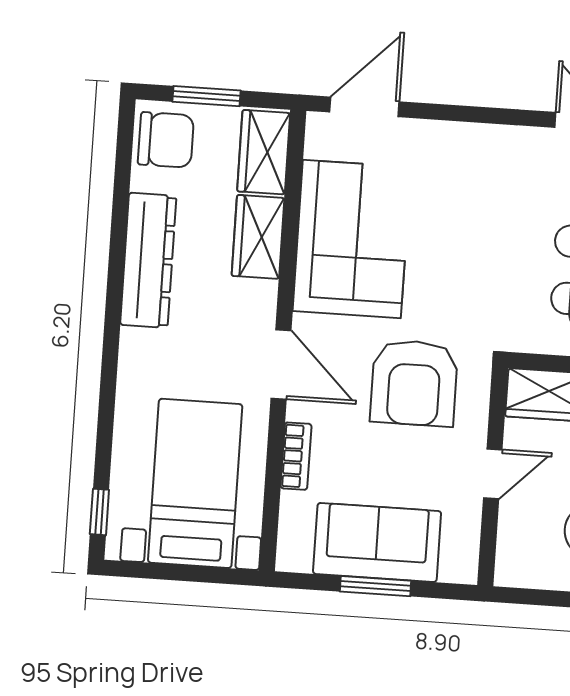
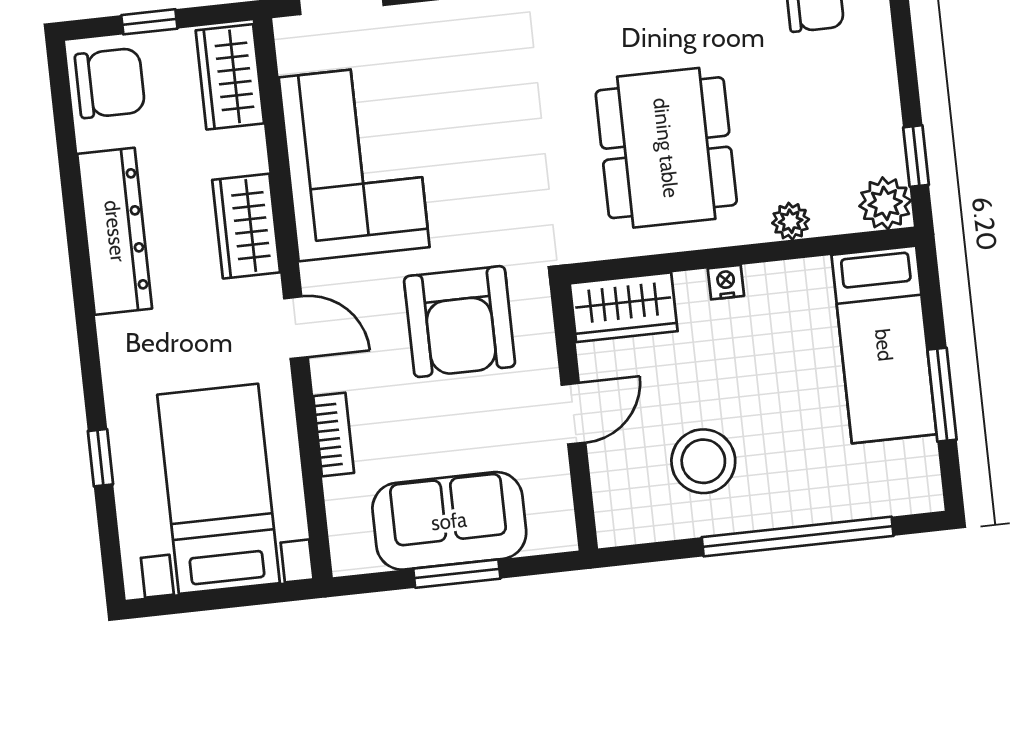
window: (207, 96) -> (149, 22), width x0.67
wardrobe: (258, 237) -> (246, 226), moved
door: (281, 364) -> (296, 328), width x0.73
window: (99, 512) -> (100, 458), moved

